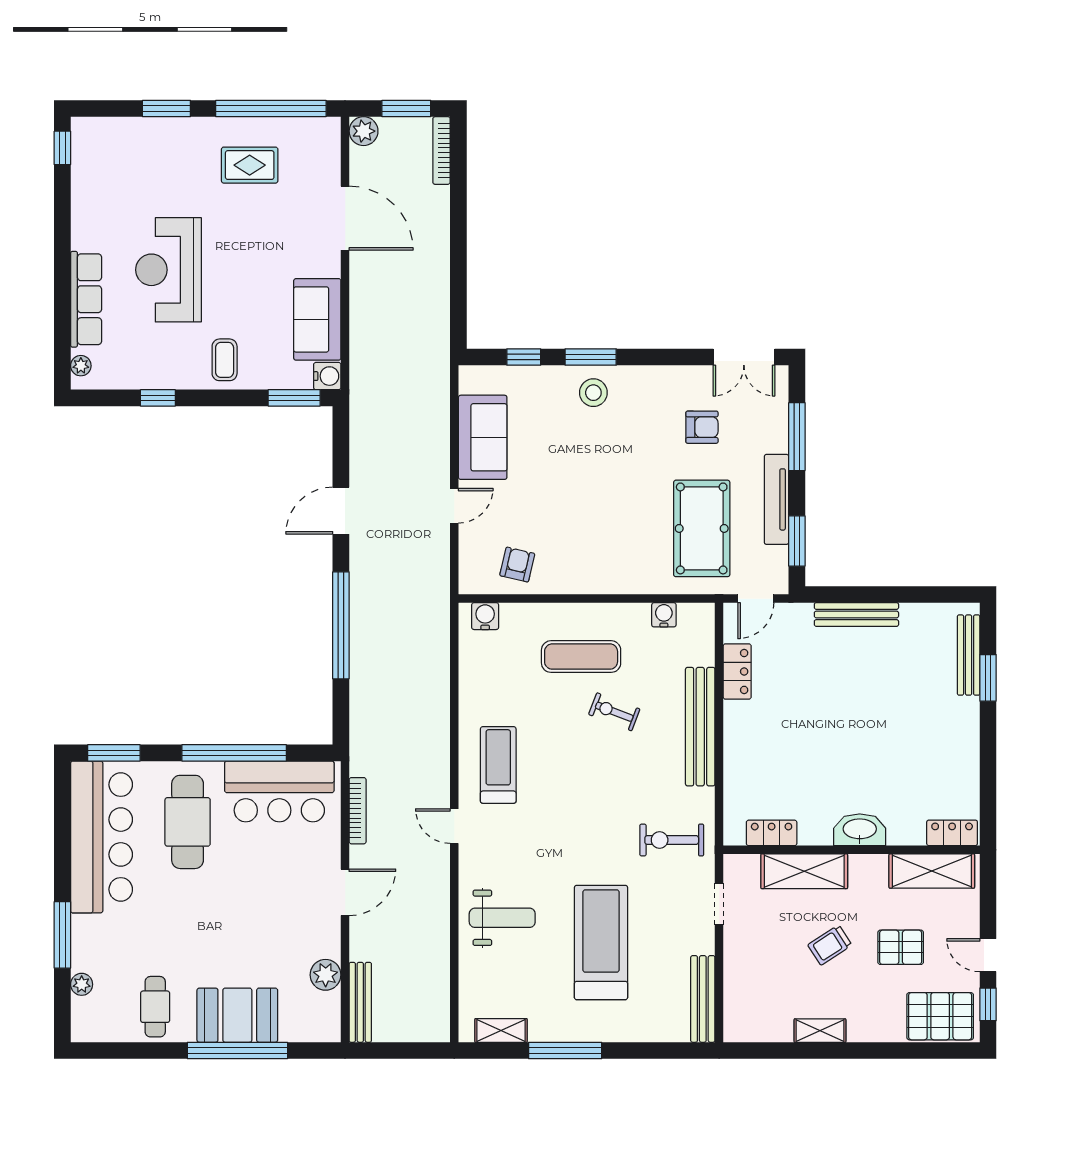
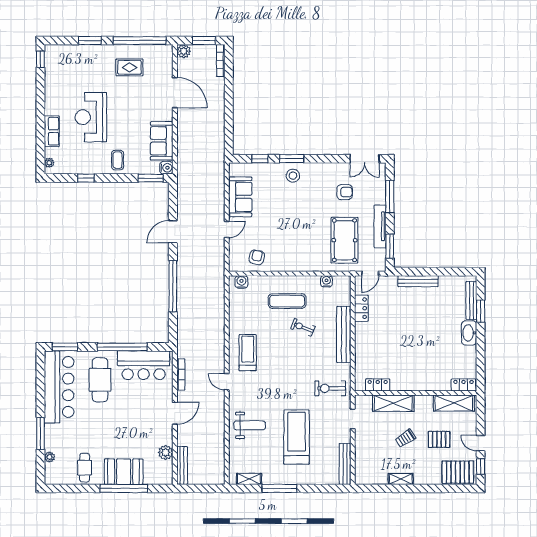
row of seats: (86, 299) -> (52, 131), width x0.68
washbasin: (860, 830) -> (469, 333), moved, turned -90

